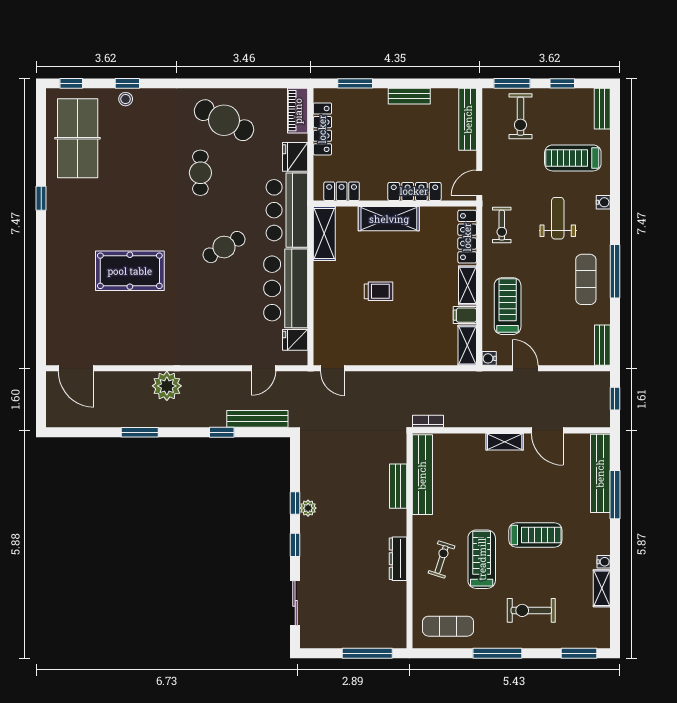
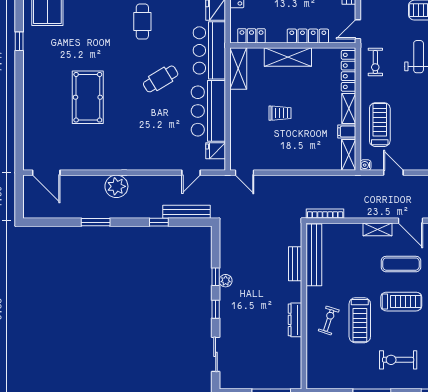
pool table: (130, 271) -> (88, 97), turned 90
bookcase: (428, 421) -> (325, 214), width x1.56
treadmill: (482, 559) -> (360, 320), turned 180
exercise mat: (448, 626) -> (401, 264), moved

